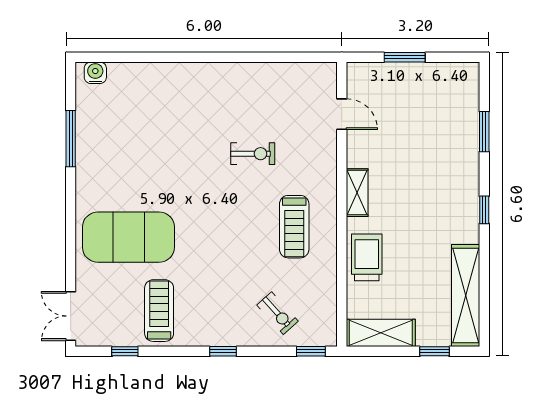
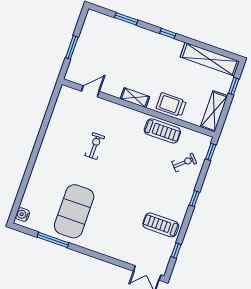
treadmill: (294, 227) -> (162, 131), moved
exercise mat: (128, 237) -> (74, 211), moved

